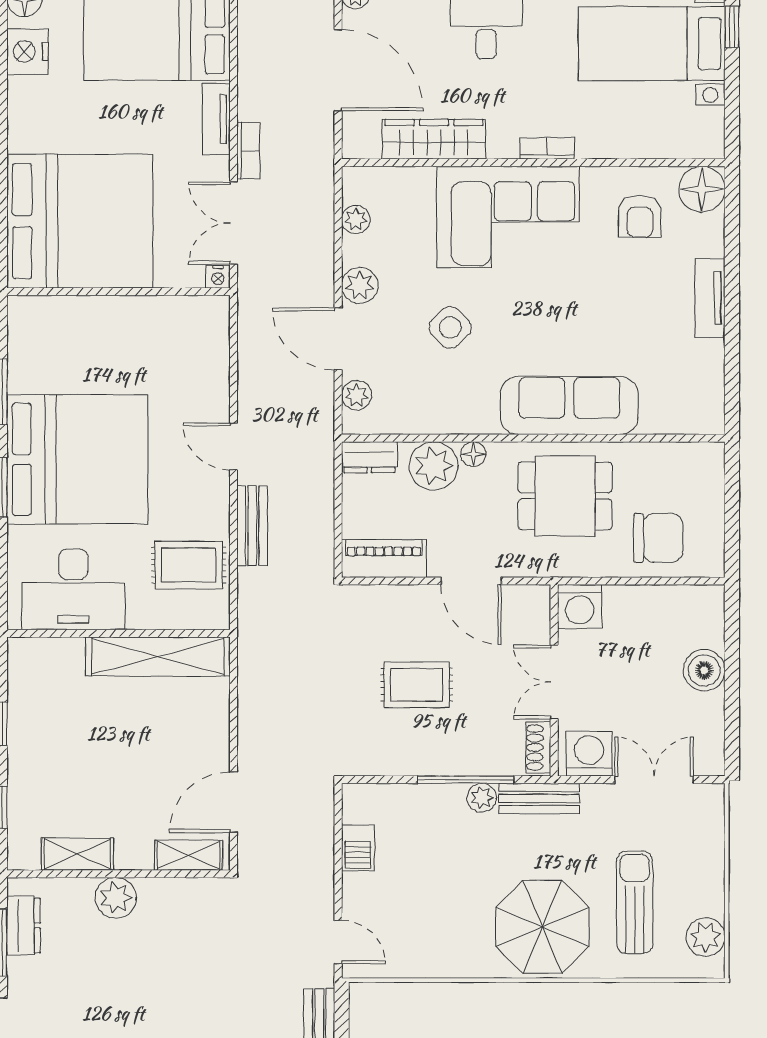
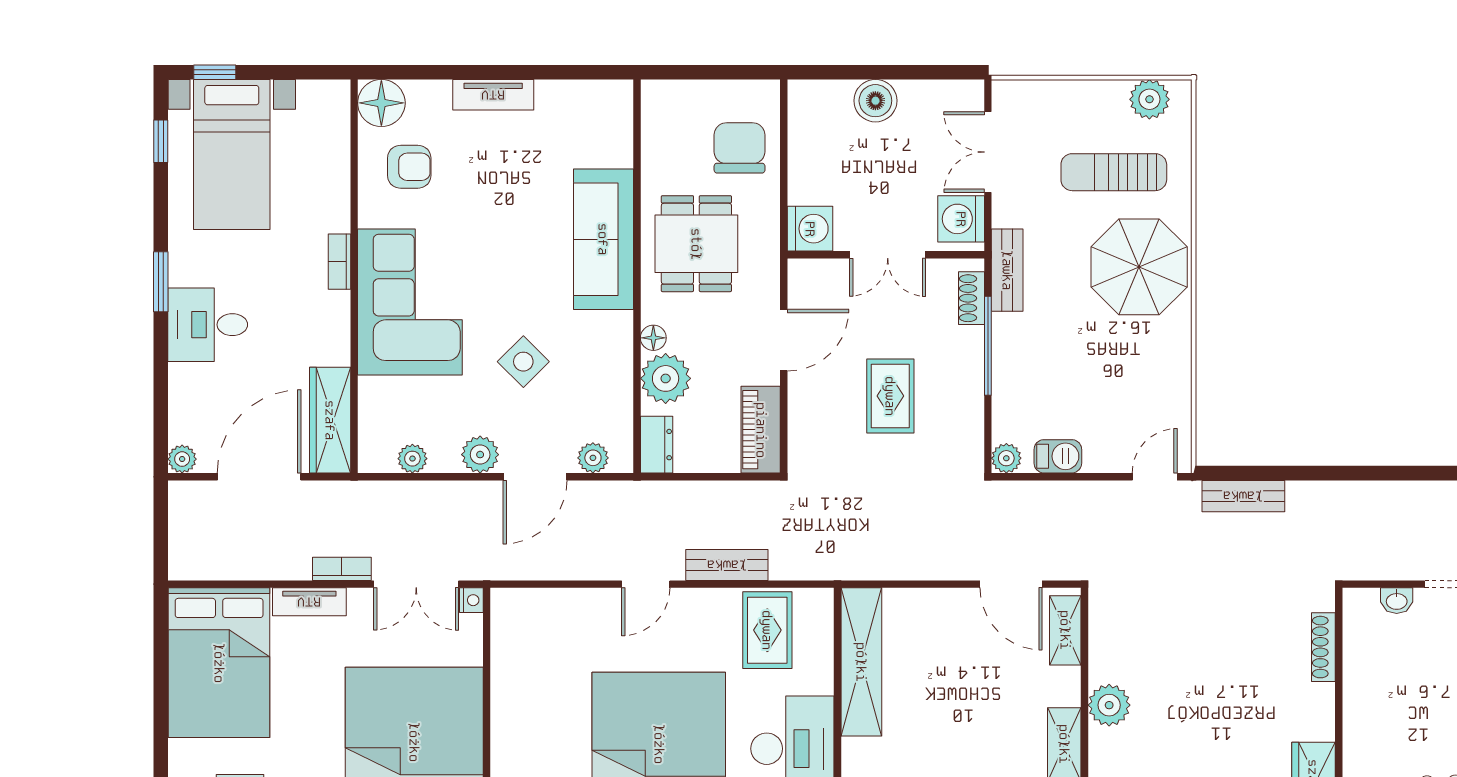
wardrobe: (434, 139) -> (330, 420), moved
shoe rack: (538, 747) -> (971, 298), moved, turned 90
plant: (482, 798) -> (1006, 458), moved

